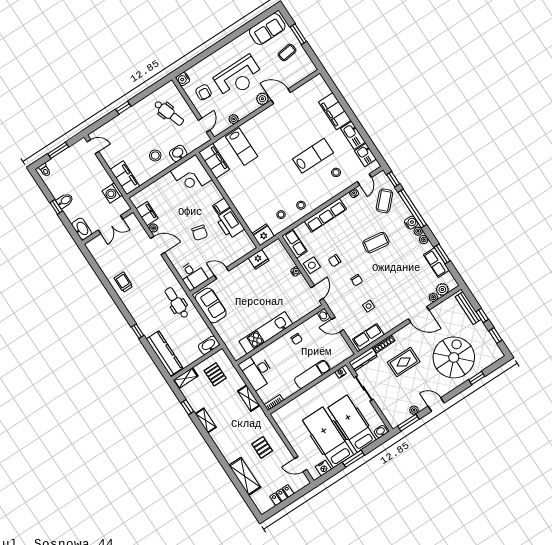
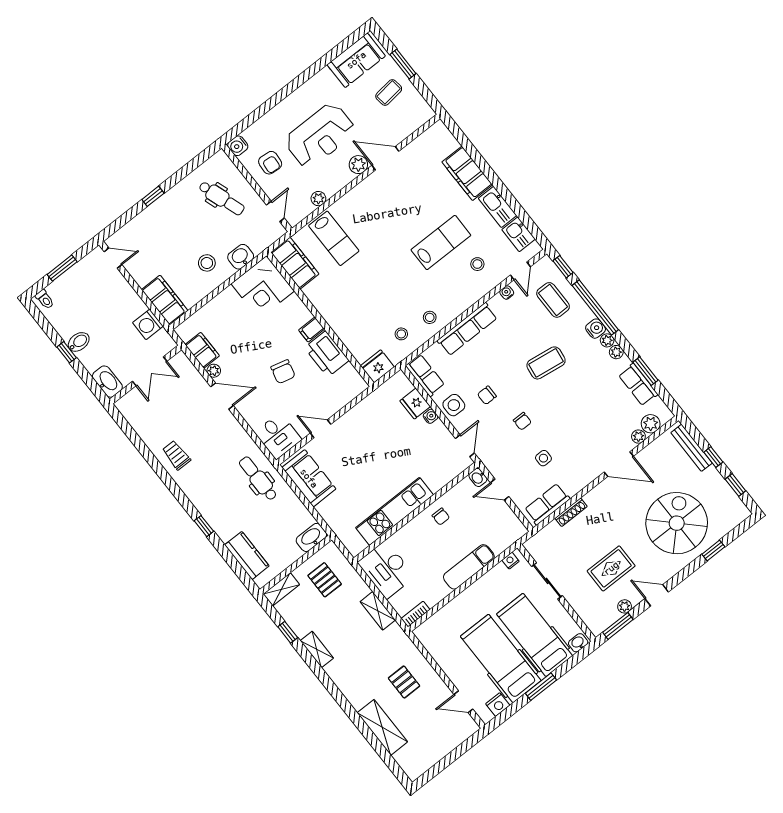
coffee table: (384, 201) -> (553, 300), turned -44
fridge: (259, 259) -> (415, 404), moved, turned 90
kitchen counter: (165, 353) -> (247, 555), width x0.67
dresser: (363, 359) -> (542, 538), removed
rug: (404, 362) -> (611, 568), moved
locker: (282, 495) -> (440, 750), removed

